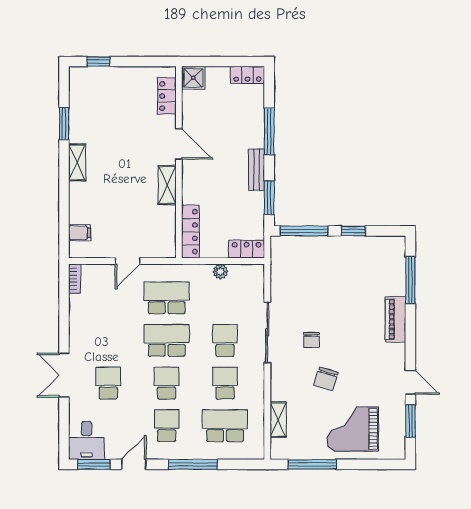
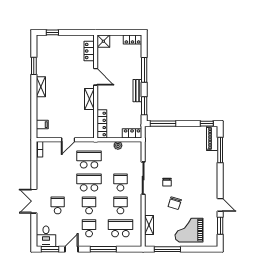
window: (353, 231) -> (207, 124), moved
piano: (396, 319) -> (212, 138), moved

